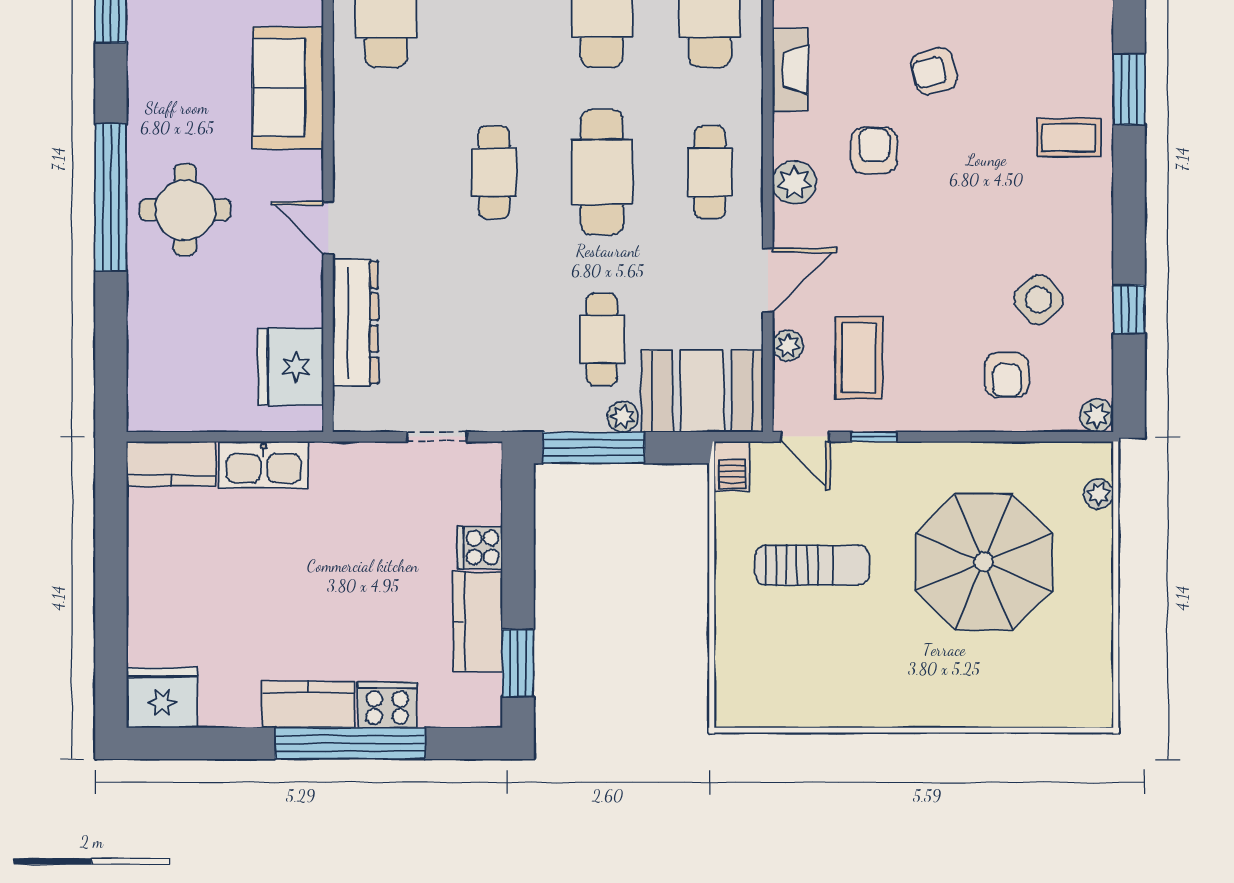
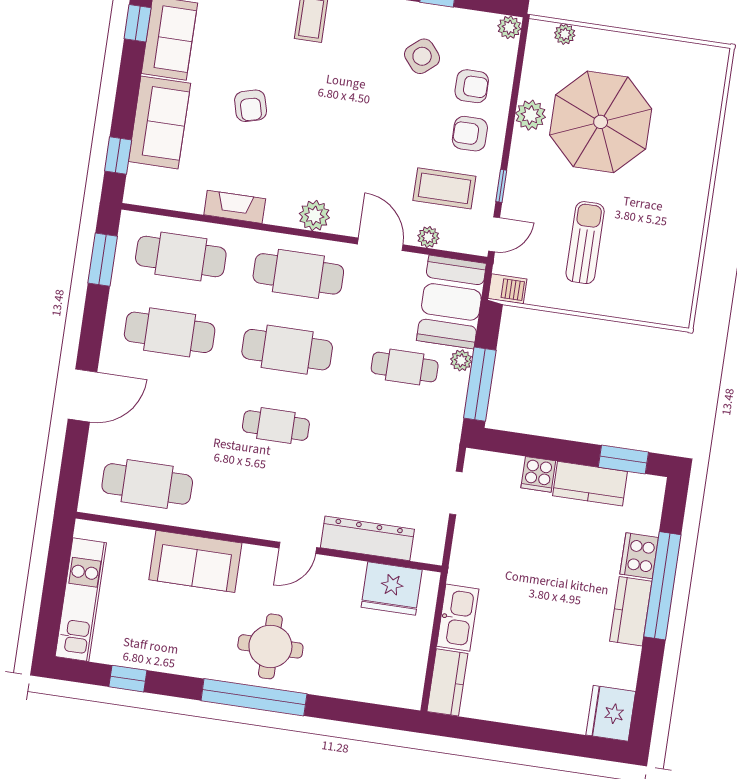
armchair: (874, 150) -> (470, 134), moved
cafe table: (710, 172) -> (298, 274), width x1.37, depth x1.35
plant: (979, 463) -> (531, 115), added

